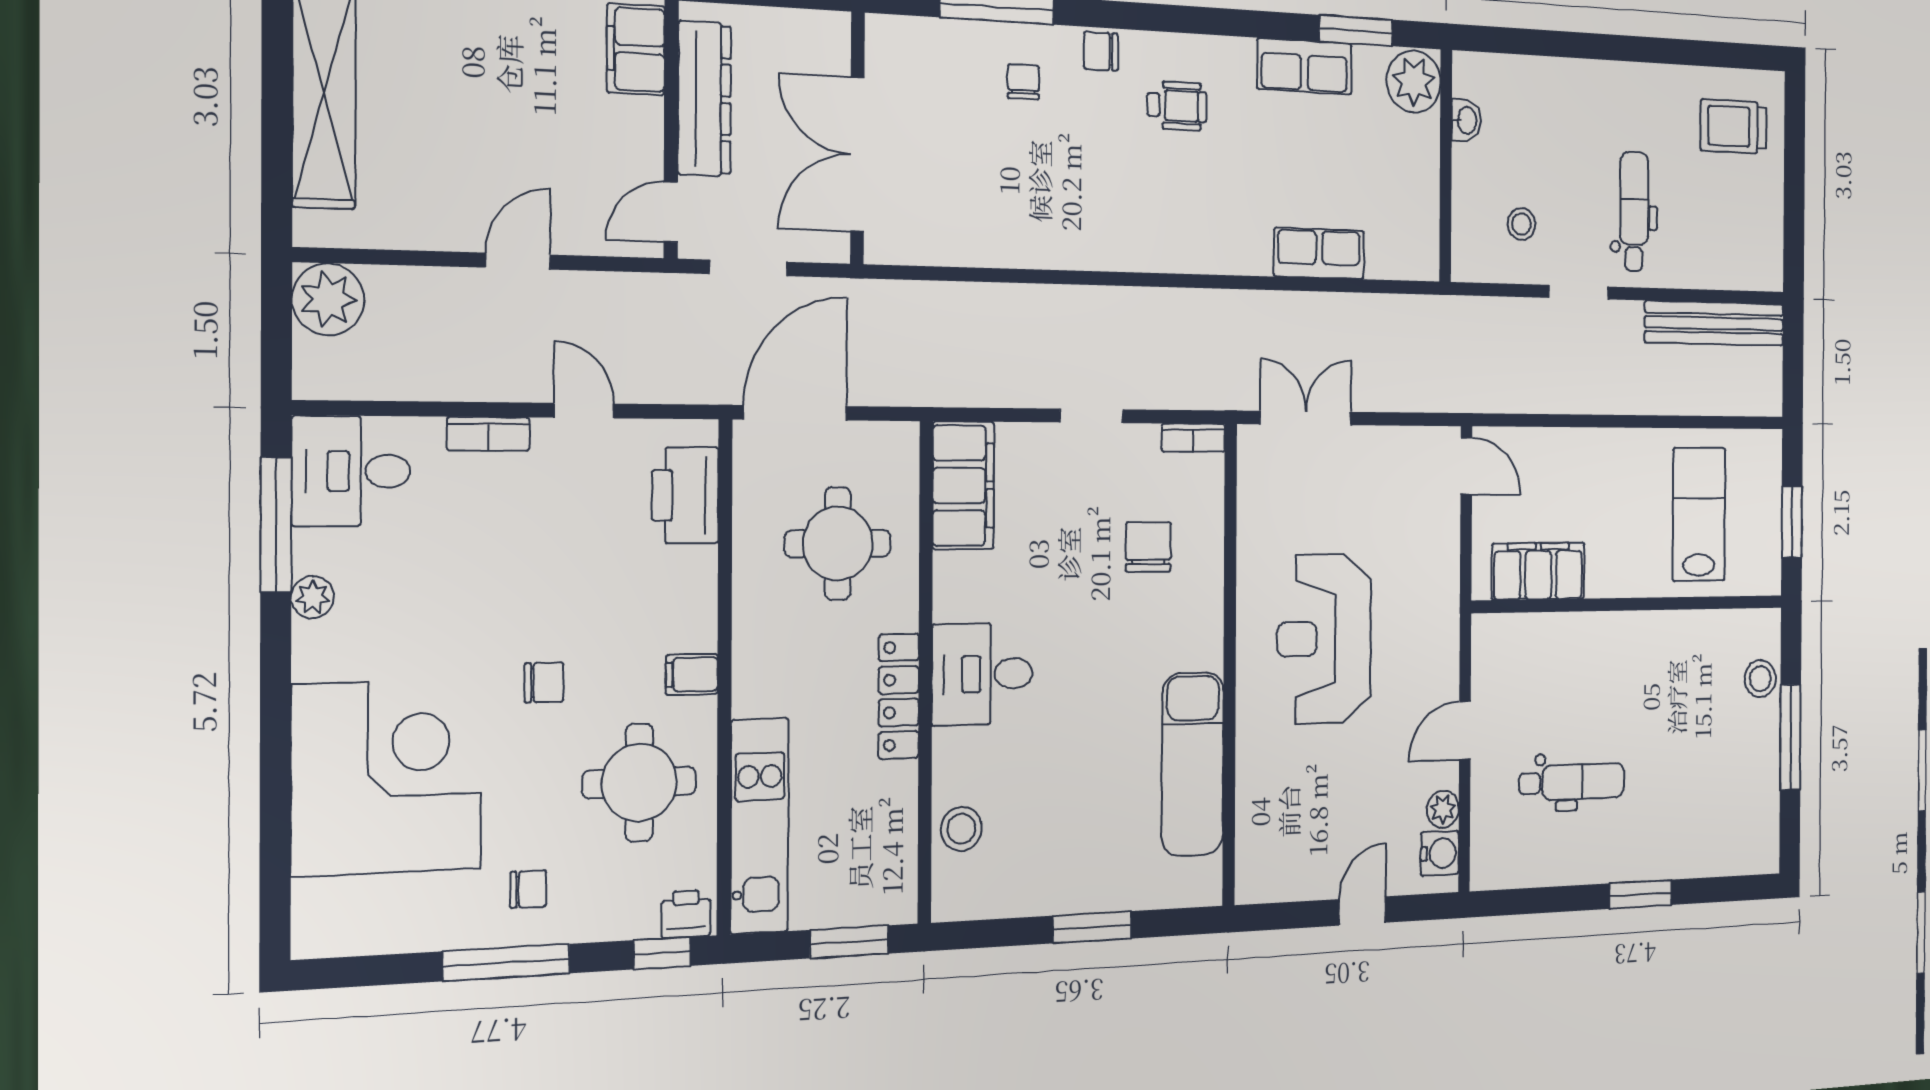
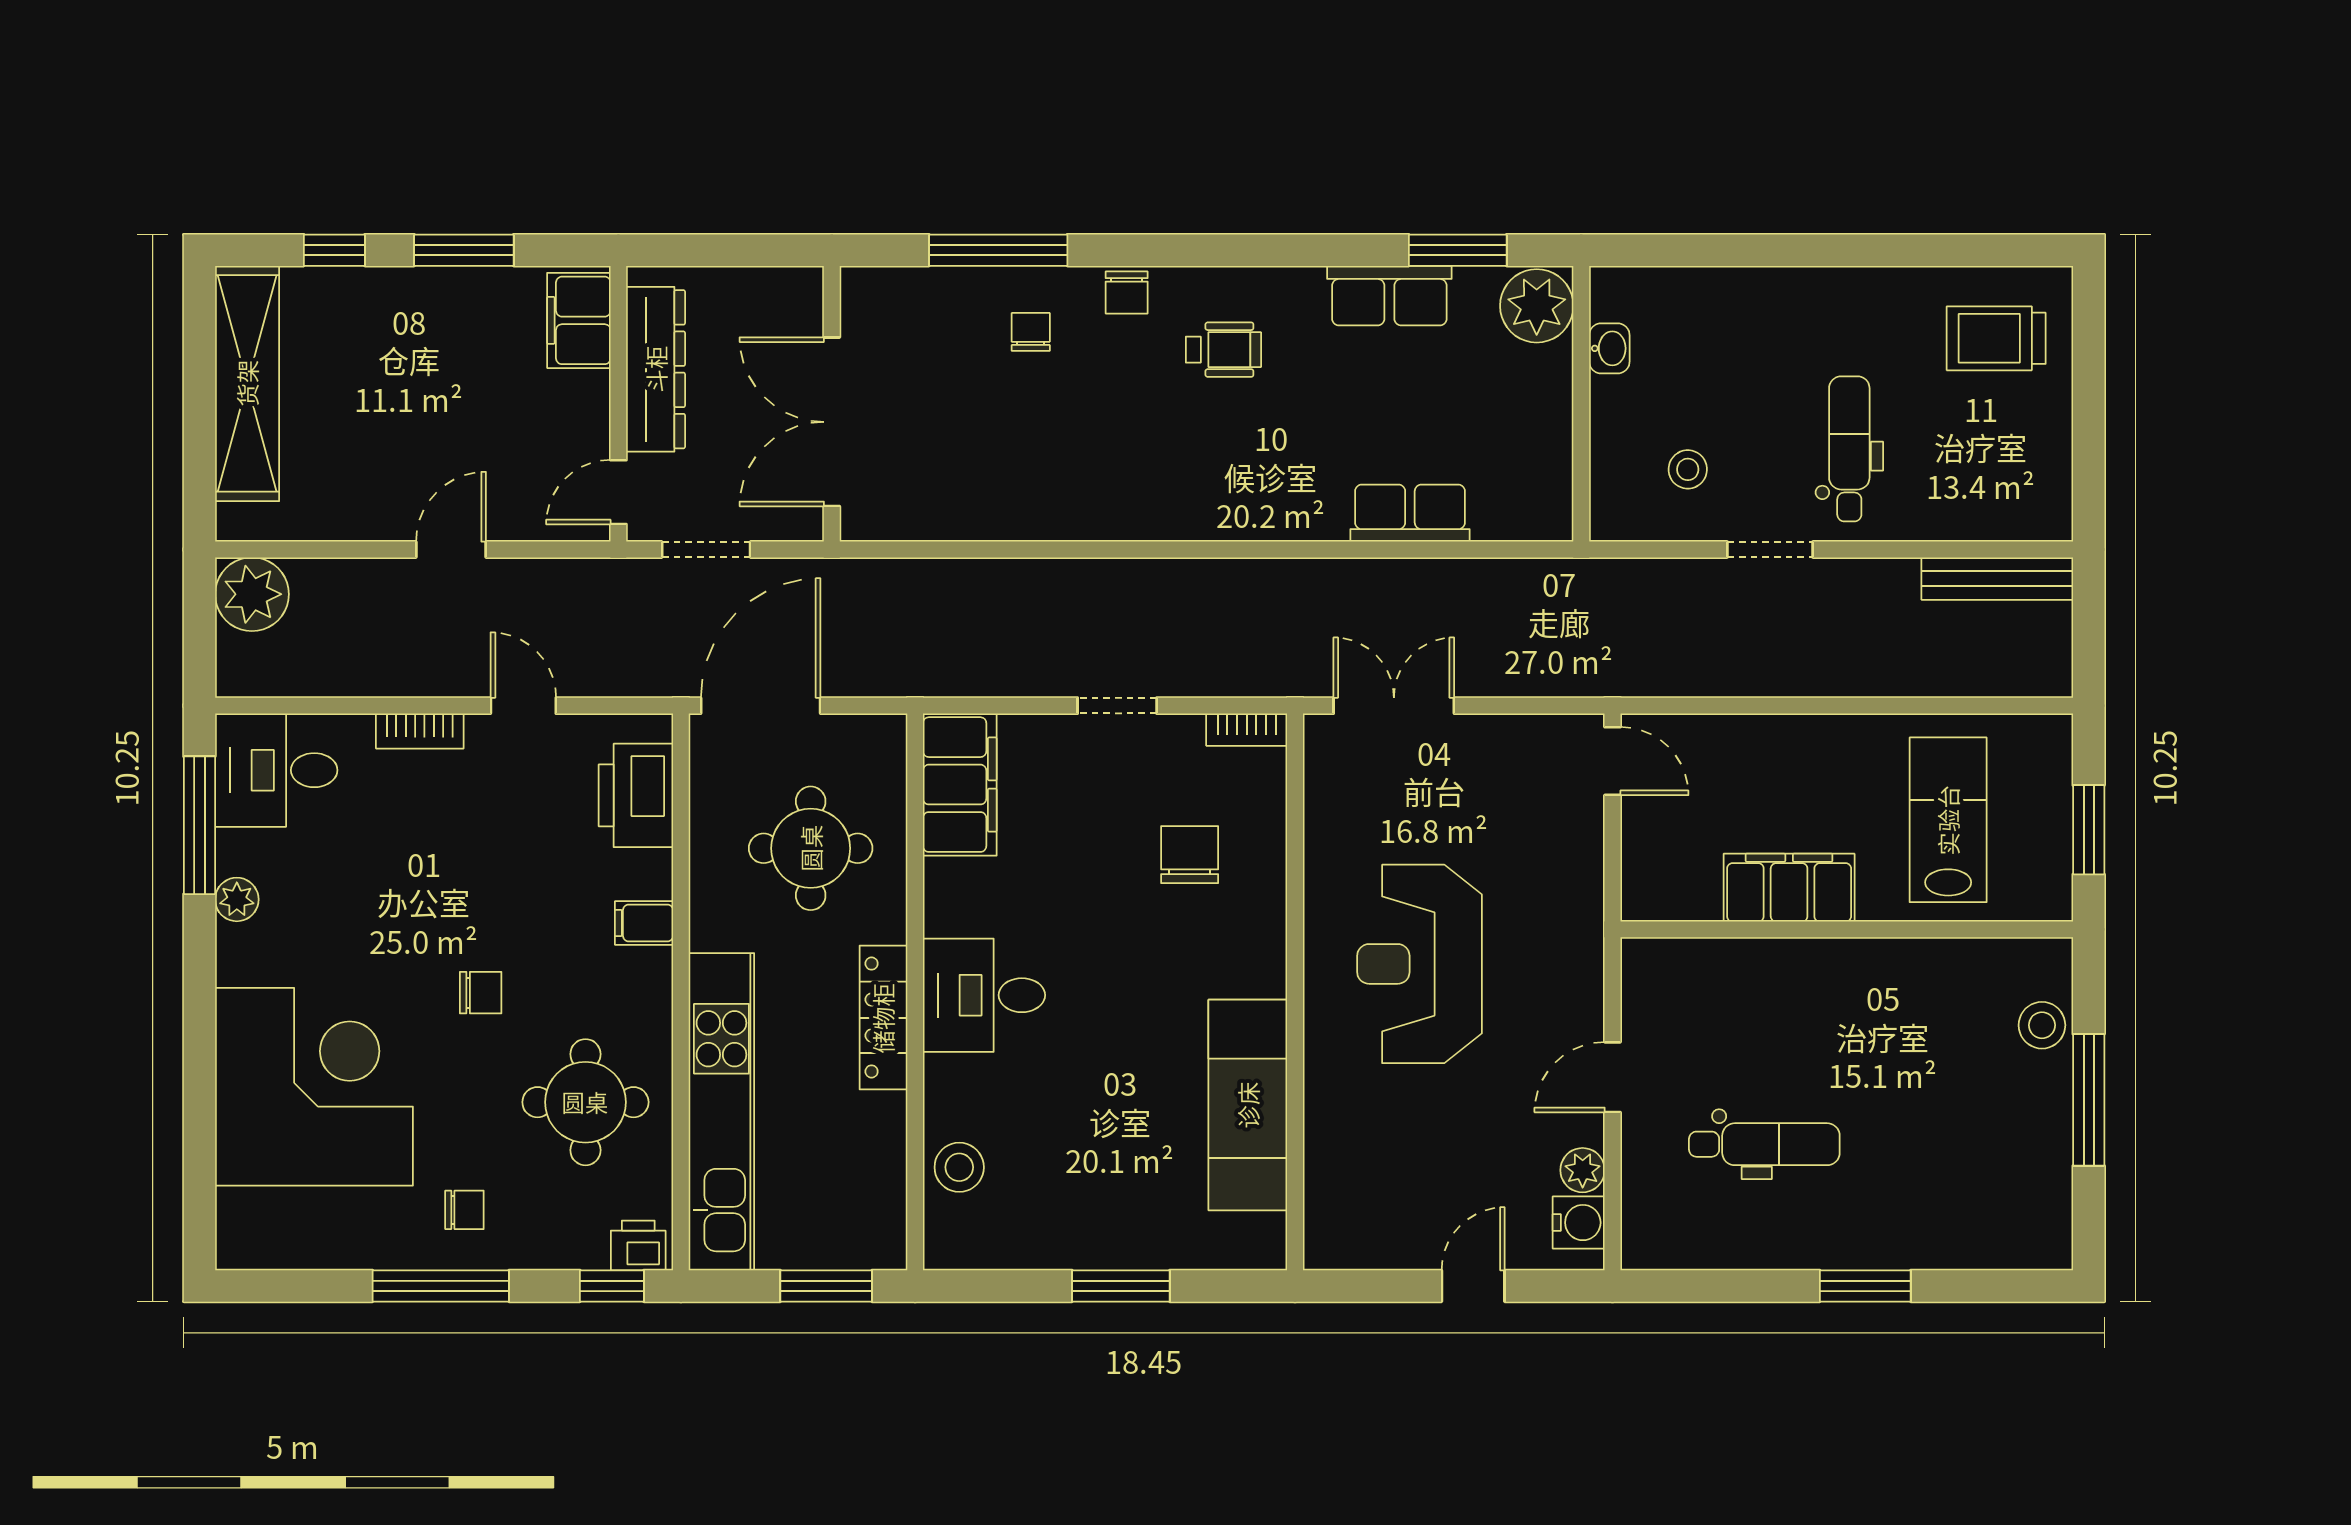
chair: (1101, 51) -> (1127, 292), turned -90
bench: (1715, 323) -> (1997, 579), width x0.73, depth x0.82
filing cabinet: (1538, 571) -> (1789, 888), moved
filing cabinet: (692, 674) -> (644, 923), moved
kitchen unit: (760, 826) -> (721, 1112), width x1.36

